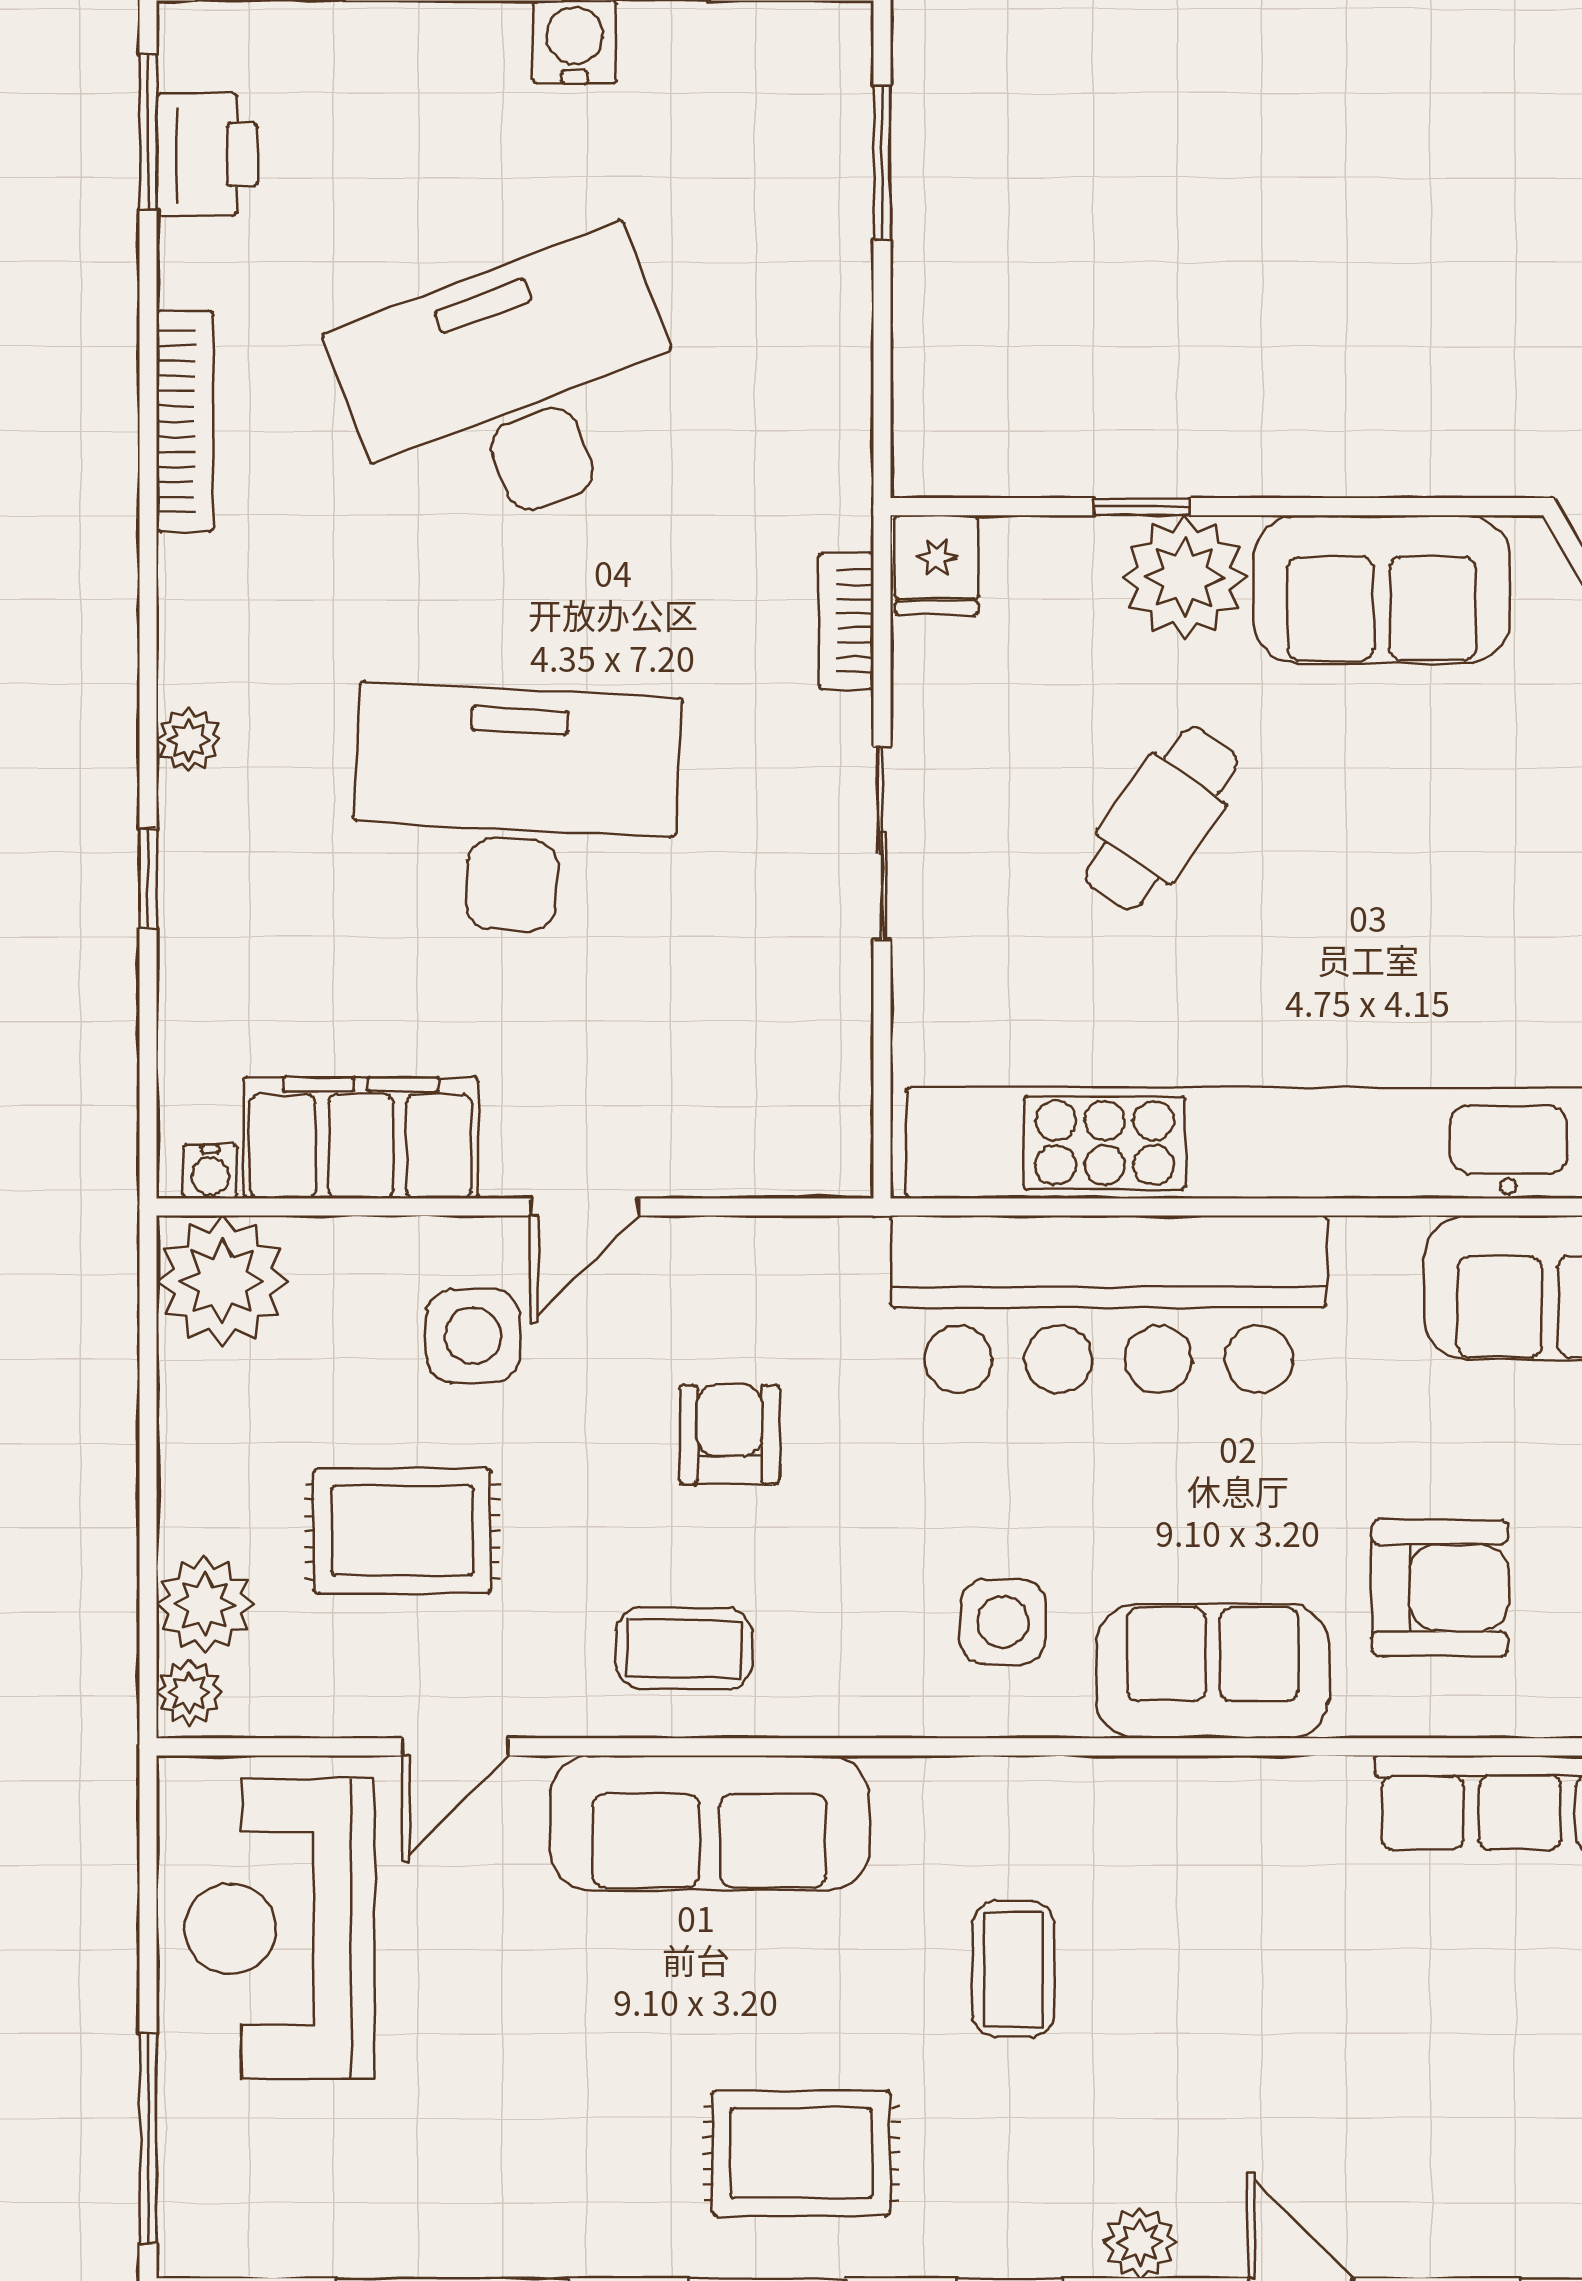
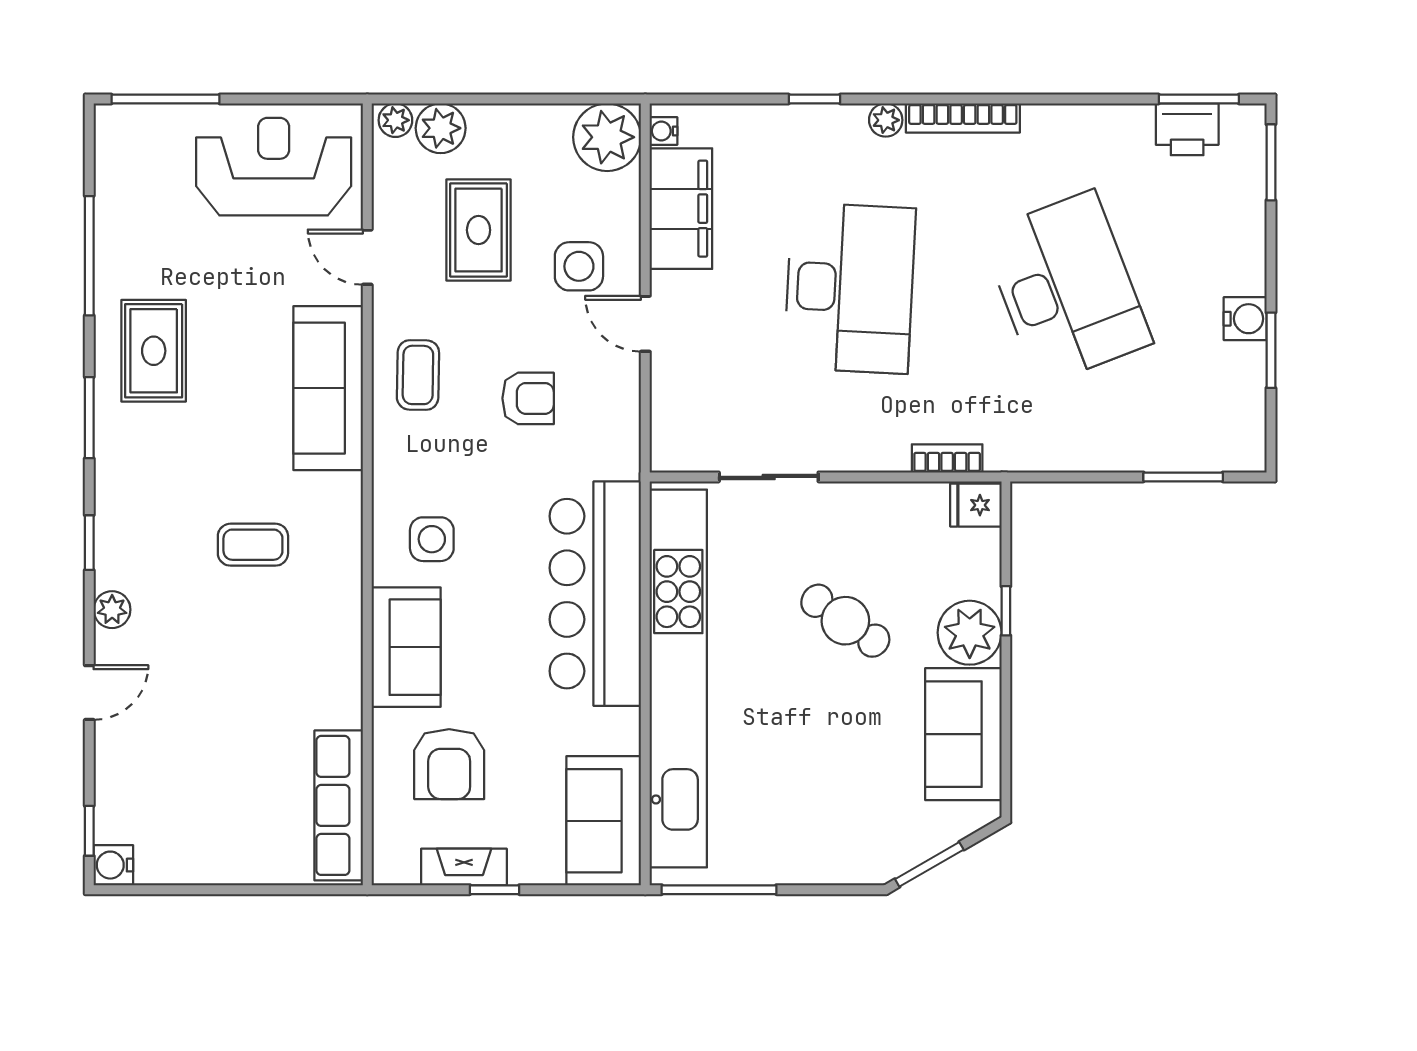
bookcase: (185, 421) -> (963, 118), moved
sliding door: (882, 843) -> (769, 477), moved
rug: (801, 2153) -> (154, 351), moved

